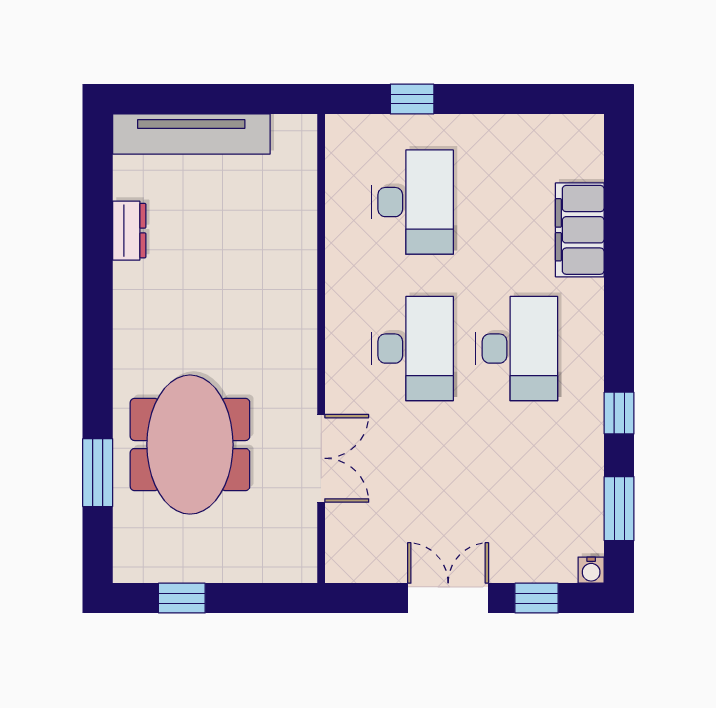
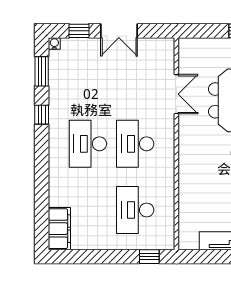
window: (412, 99) -> (149, 257), moved
filing cabinet: (580, 230) -> (59, 229), moved
double door: (321, 458) -> (176, 94), swing flipped

